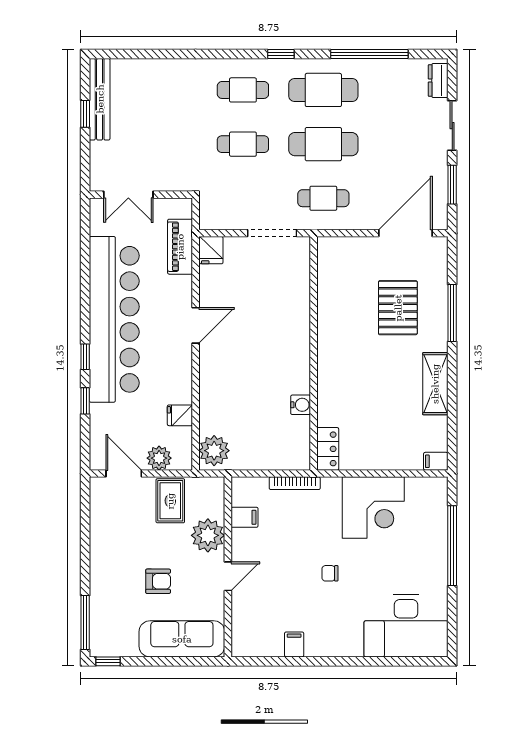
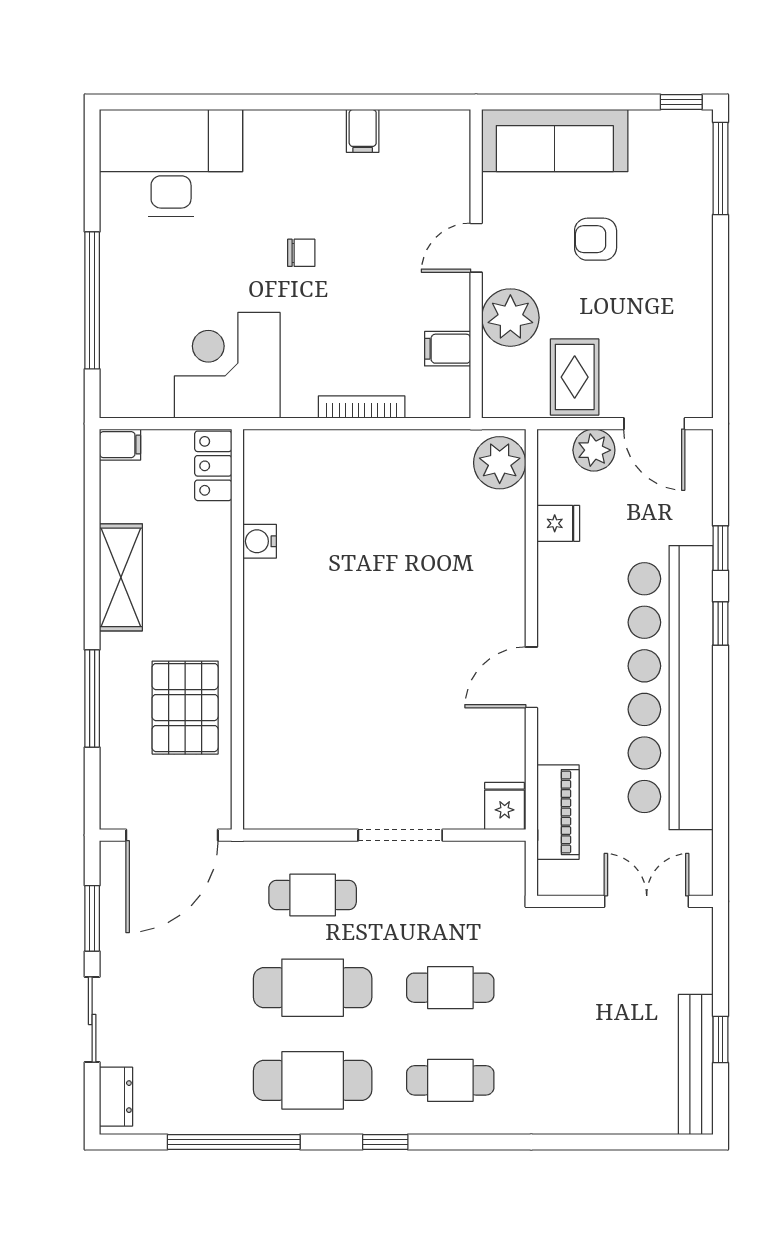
wall: (314, 353) -> (237, 629), moved
water cooler: (301, 405) -> (260, 541), moved
locker: (328, 449) -> (213, 466), moved

